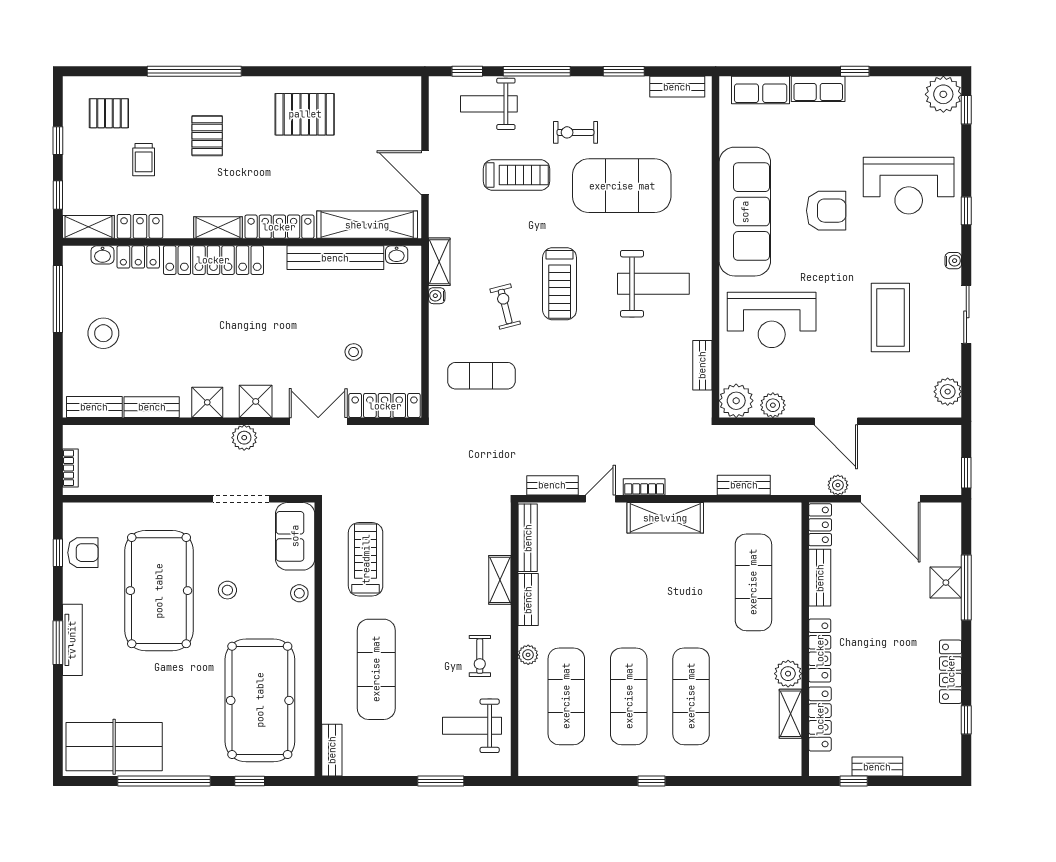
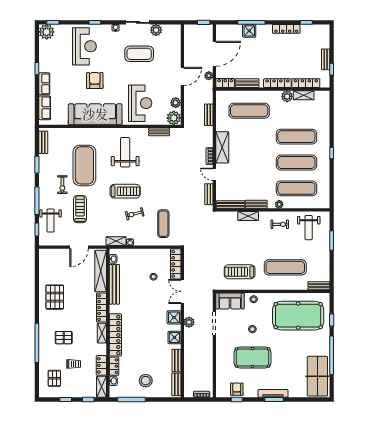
plant: (948, 392) -> (156, 30), moved
pool table: (159, 591) -> (253, 358), width x0.73, depth x0.76

